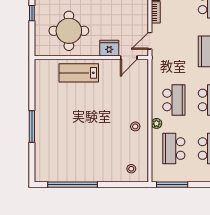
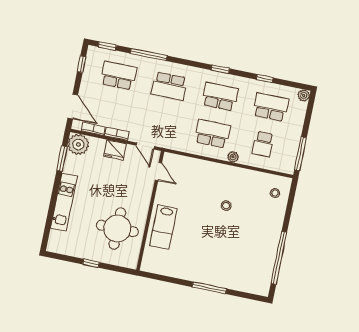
fridge: (109, 48) -> (115, 150), moved, turned -90
stool: (135, 126) -> (226, 206), moved
school desk: (174, 149) -> (263, 144), width x0.54

